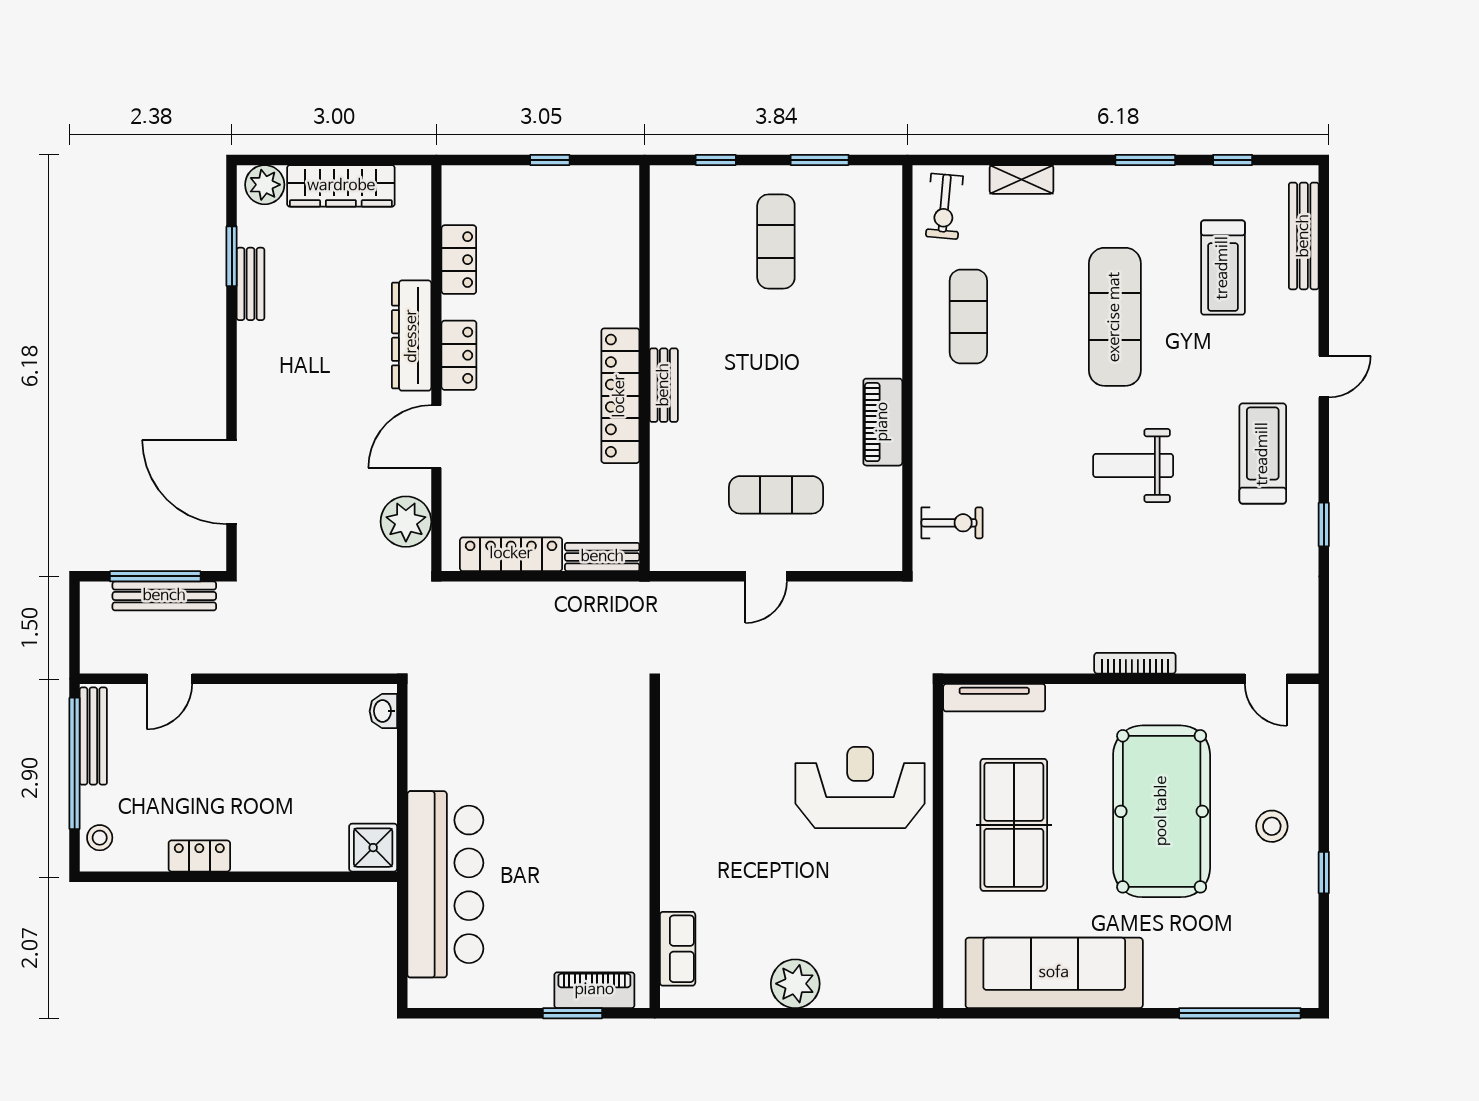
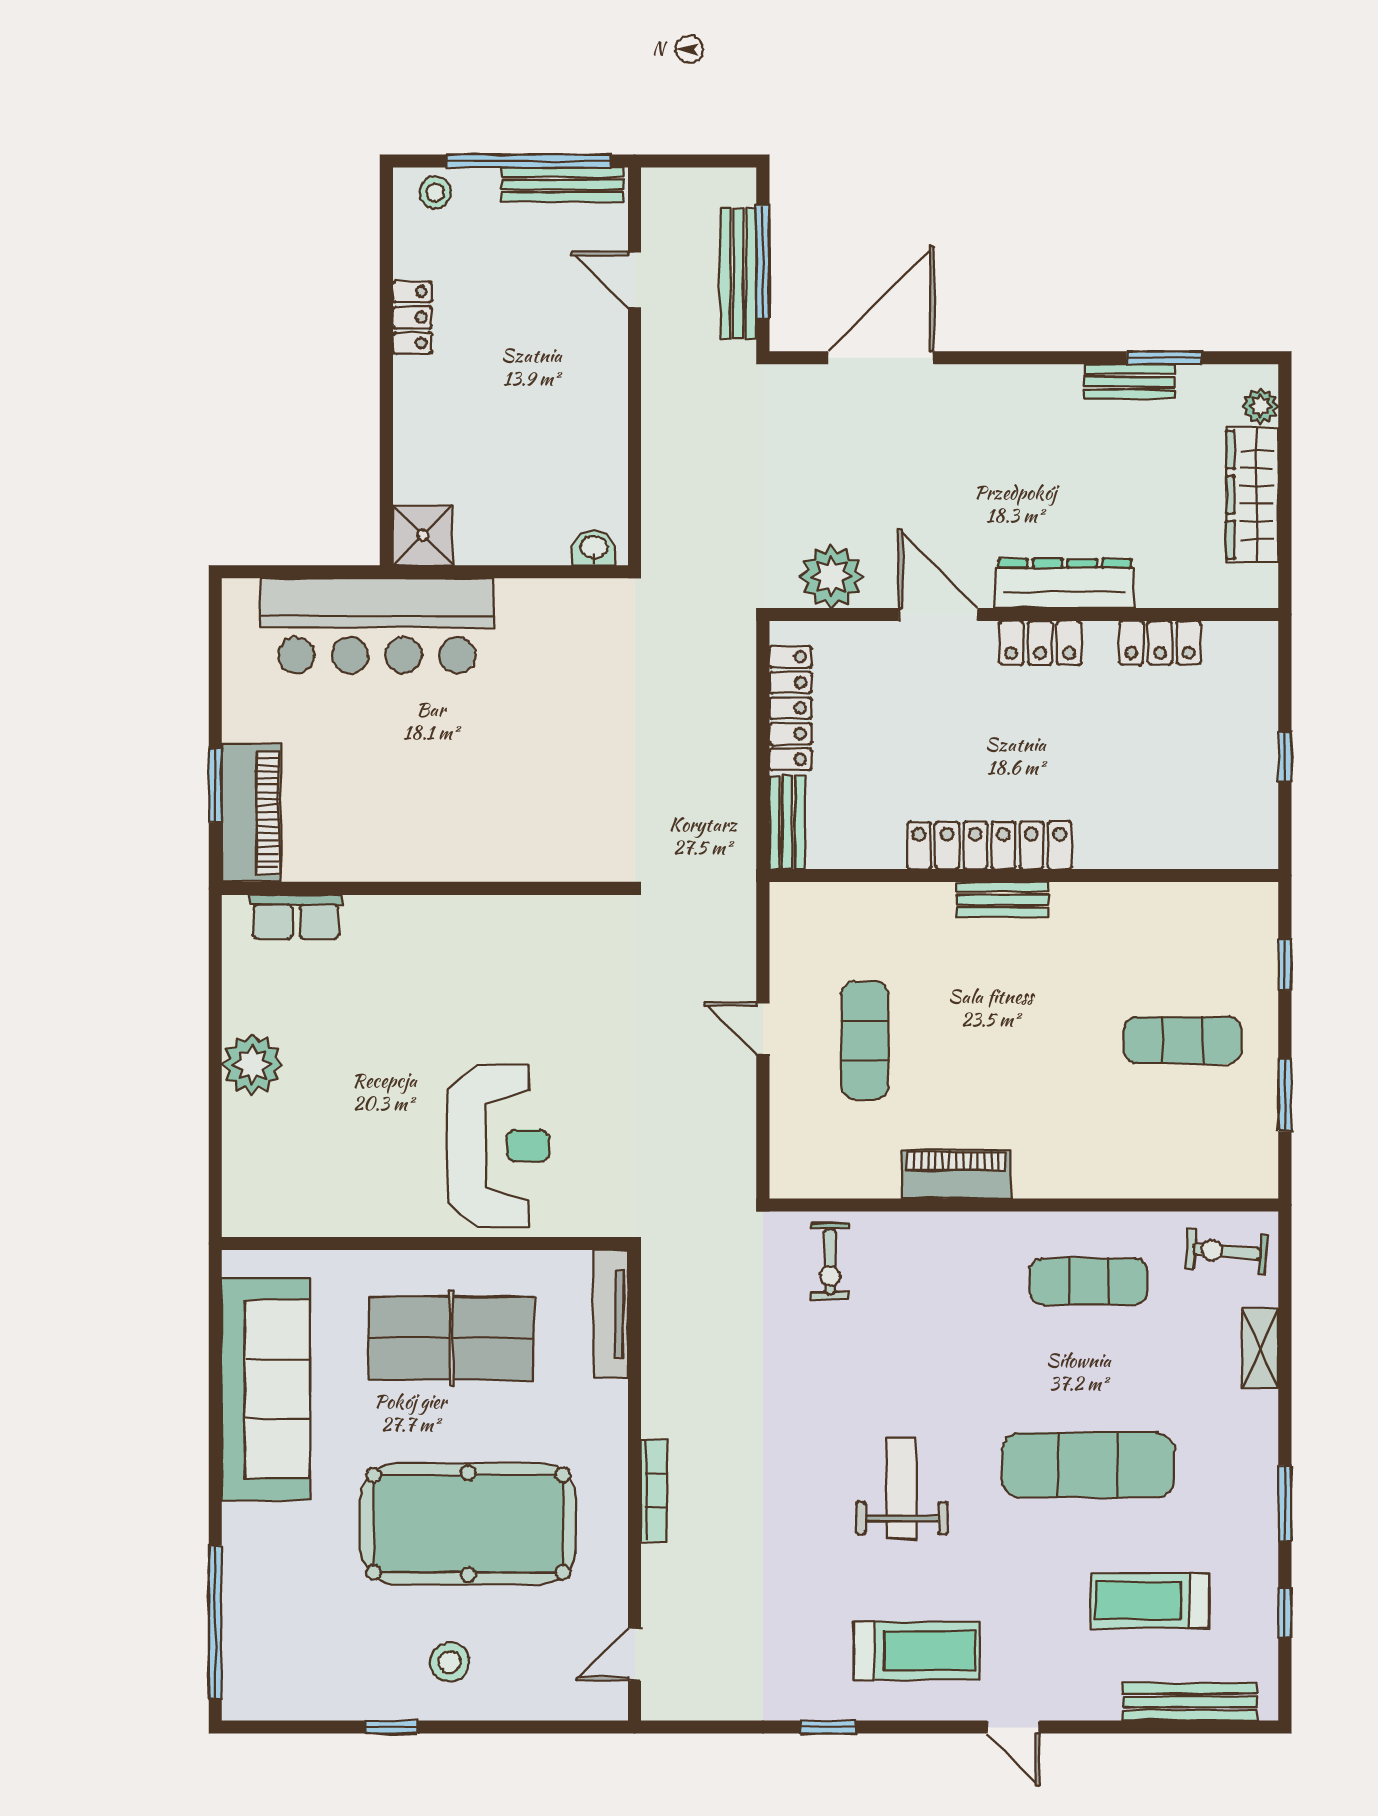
plant: (265, 185) -> (1261, 406), width x0.73, depth x0.73
piano: (594, 990) -> (251, 813), width x1.37, depth x1.33

